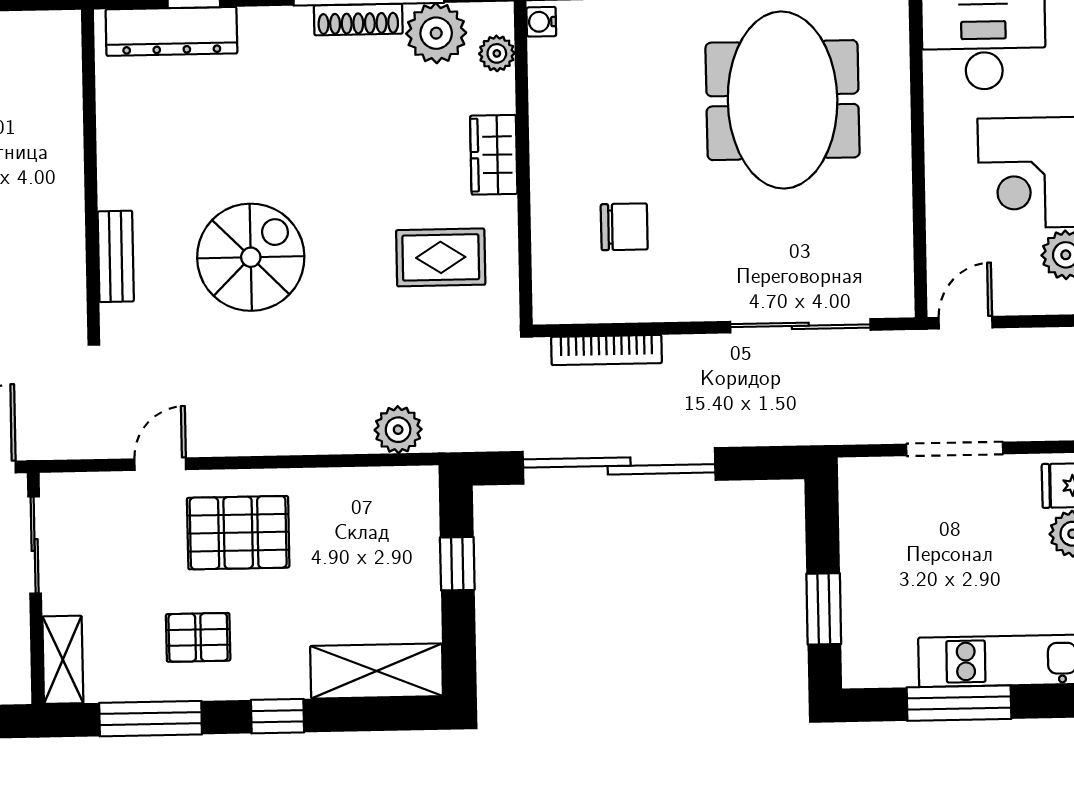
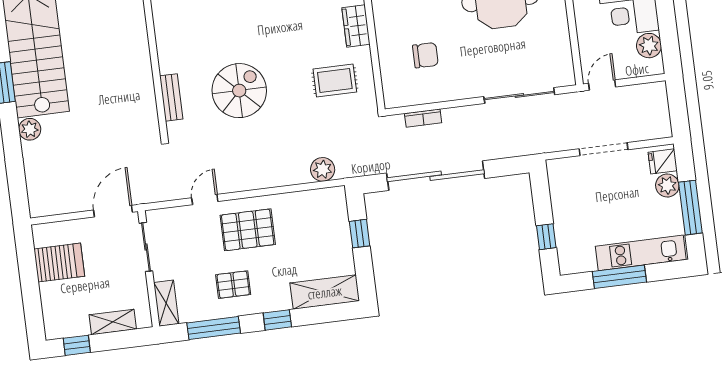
bookcase: (606, 350) -> (423, 118), width x0.64
window: (824, 609) -> (546, 237), width x0.67

